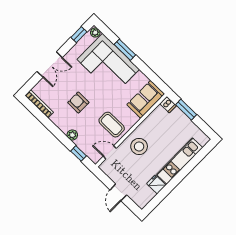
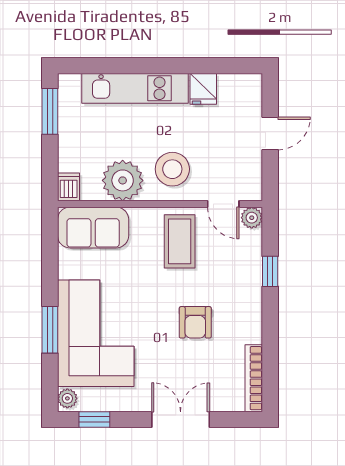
window: (186, 110) -> (50, 111), moved
plant: (152, 125) -> (123, 180), added
plant: (72, 135) -> (252, 218), moved
window: (79, 153) -> (270, 271), moved

